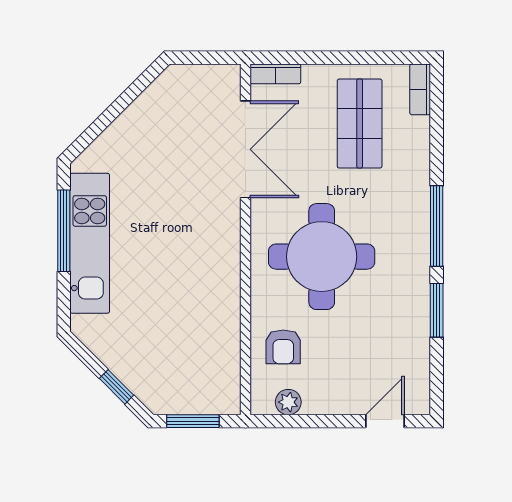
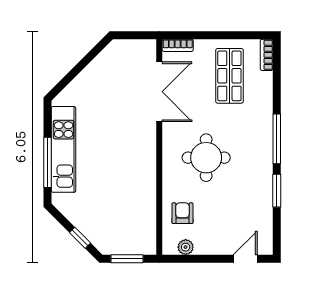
window: (64, 231) -> (48, 162), moved
round table: (322, 257) -> (206, 158), width x0.73, depth x0.73
armchair: (283, 347) -> (182, 213), turned 180

